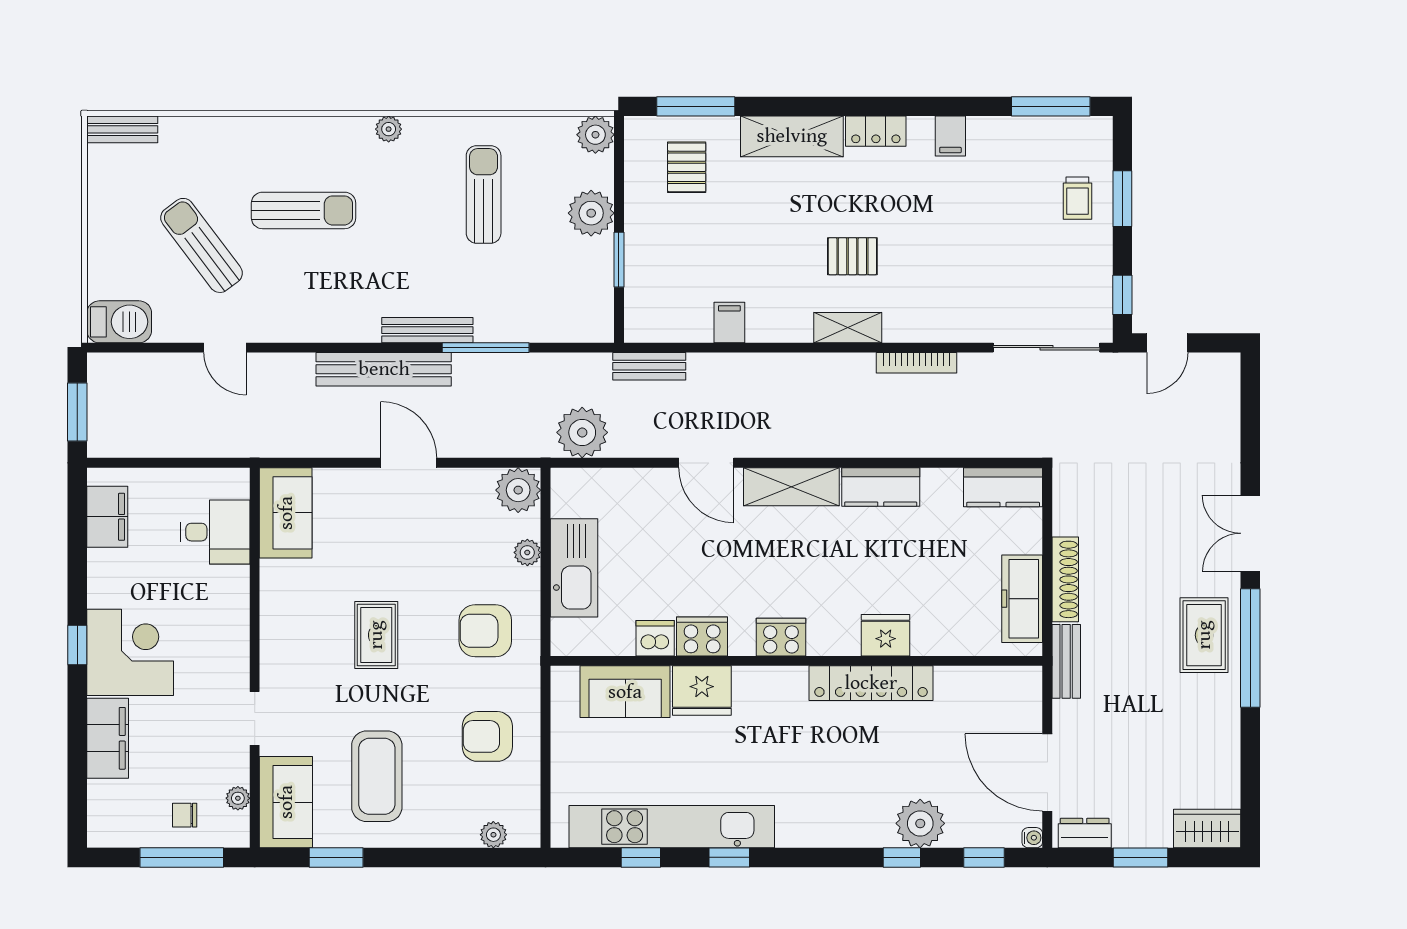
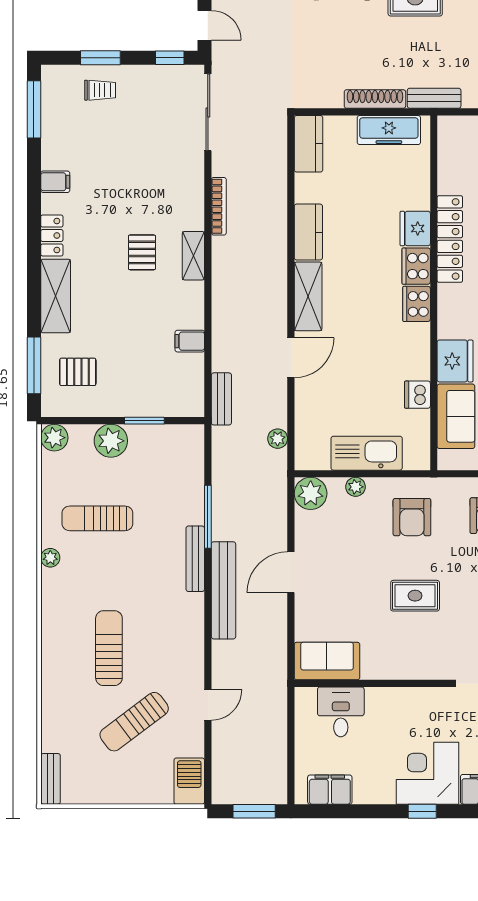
plant: (389, 129) -> (50, 558), moved
plant: (582, 432) -> (278, 439), width x0.53, depth x0.53
cooker: (702, 637) -> (416, 266), moved

